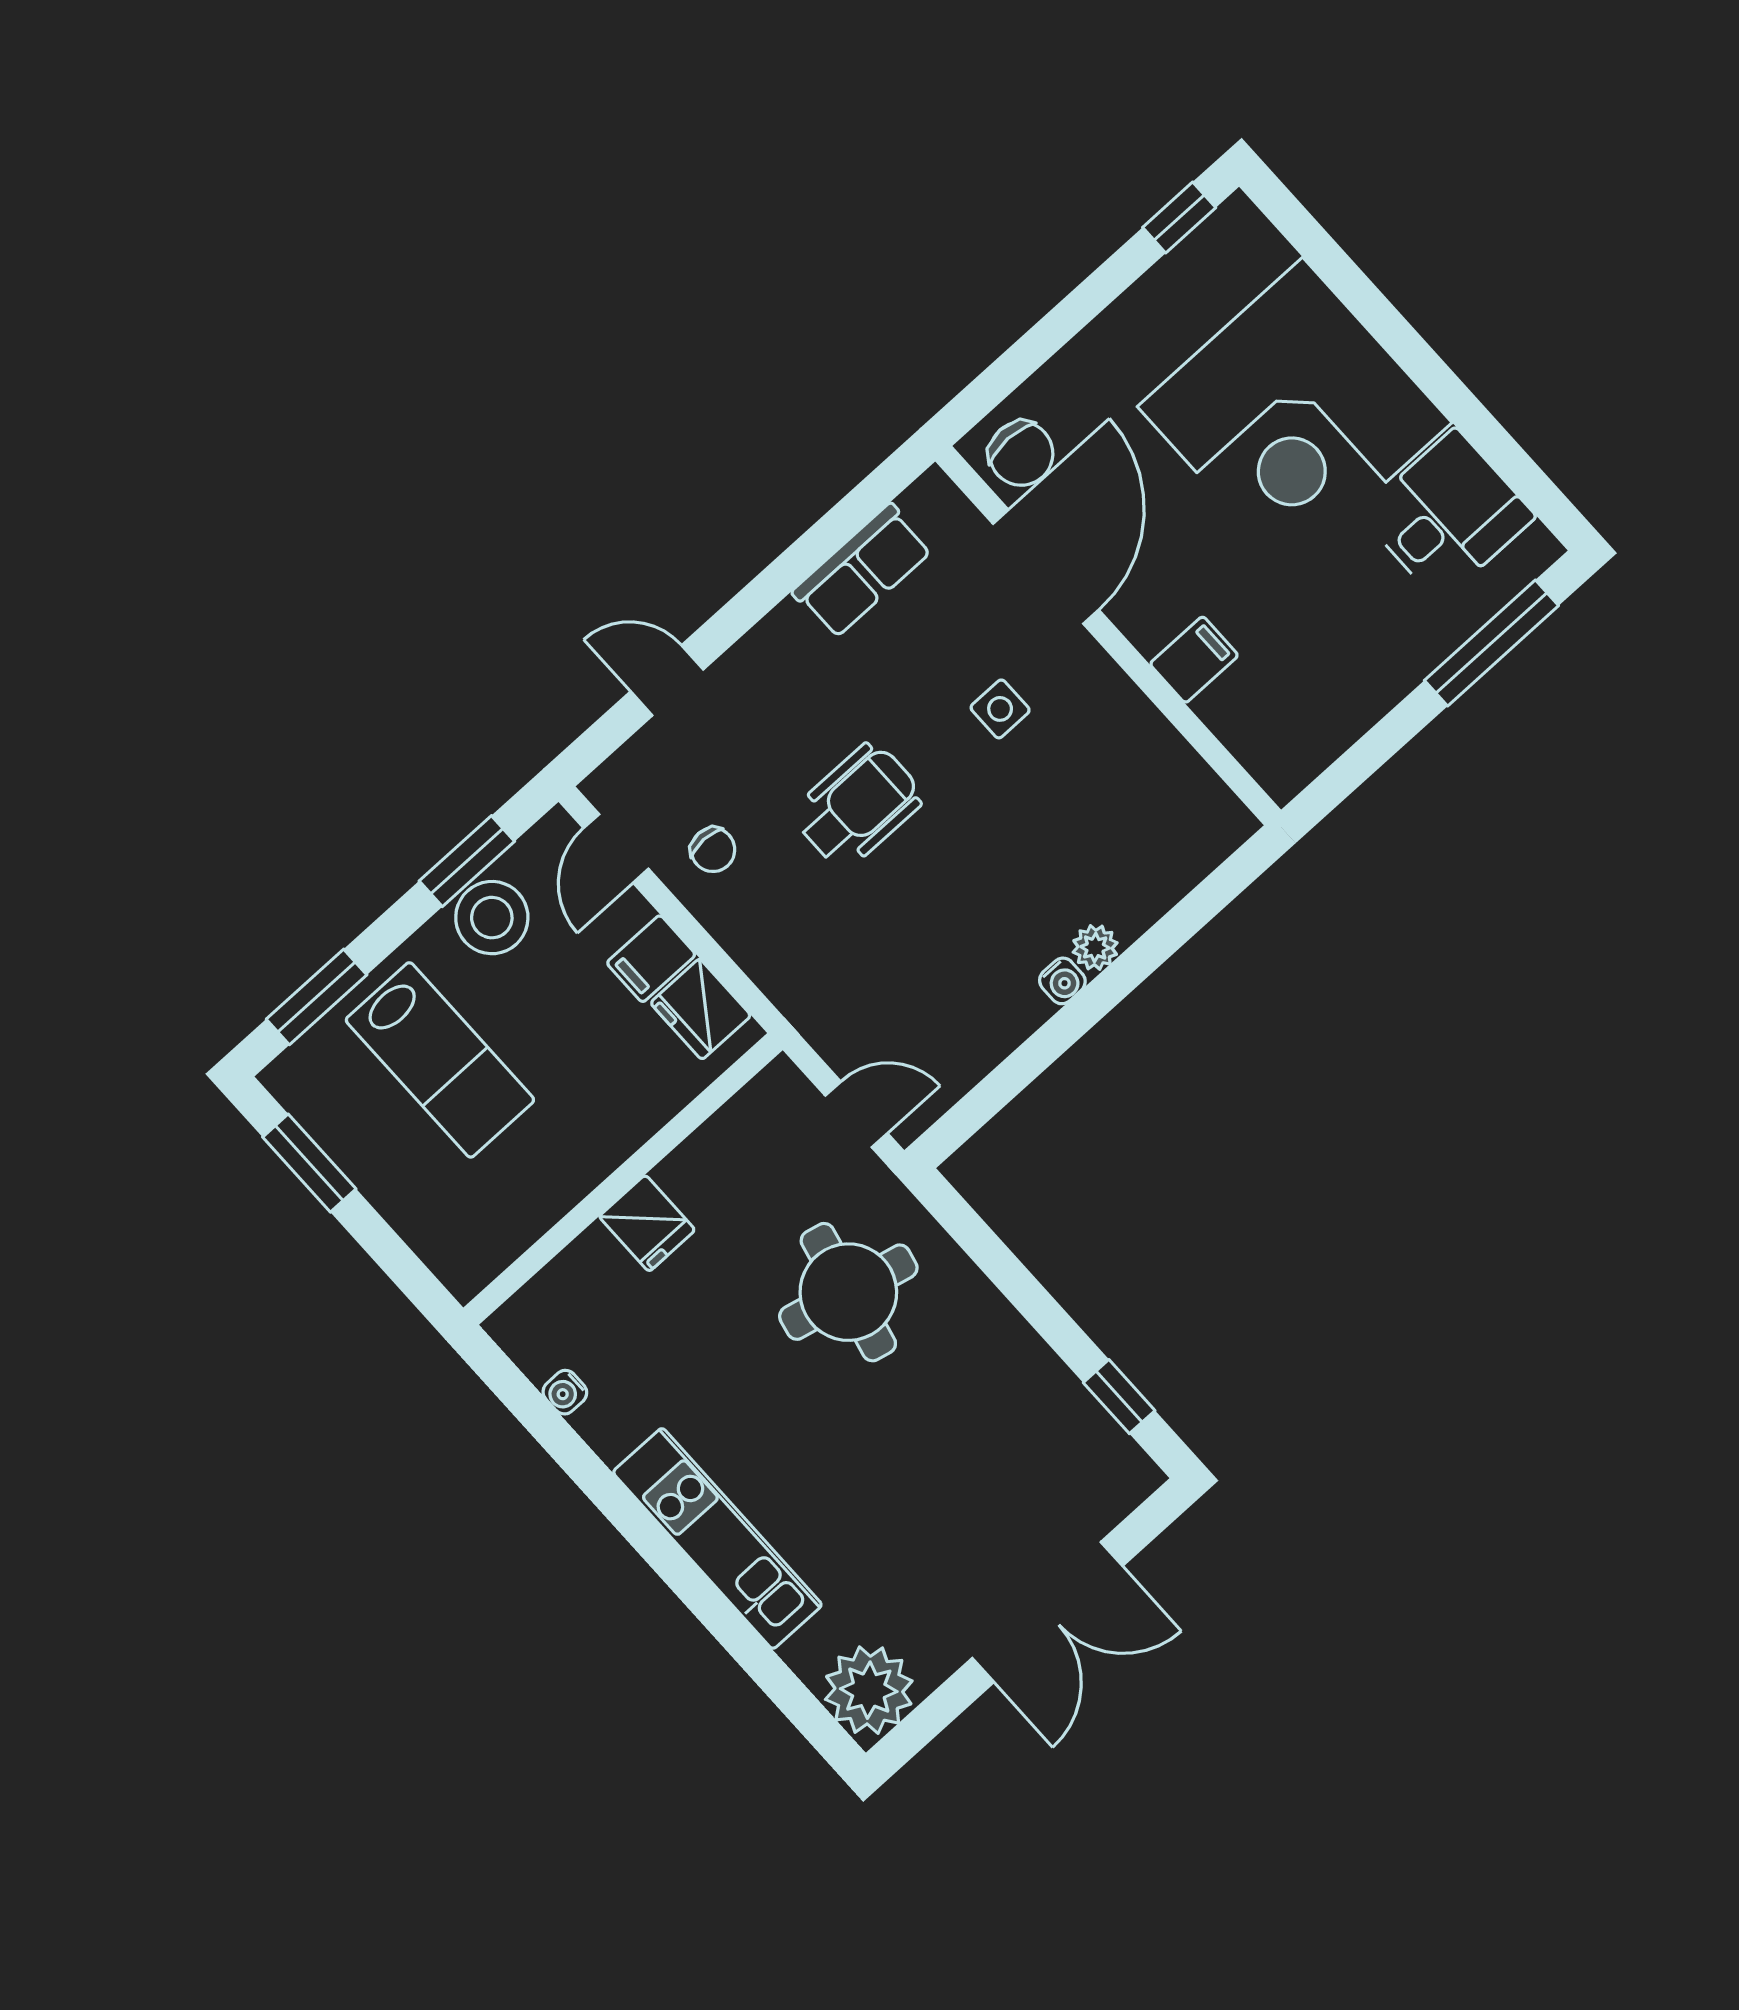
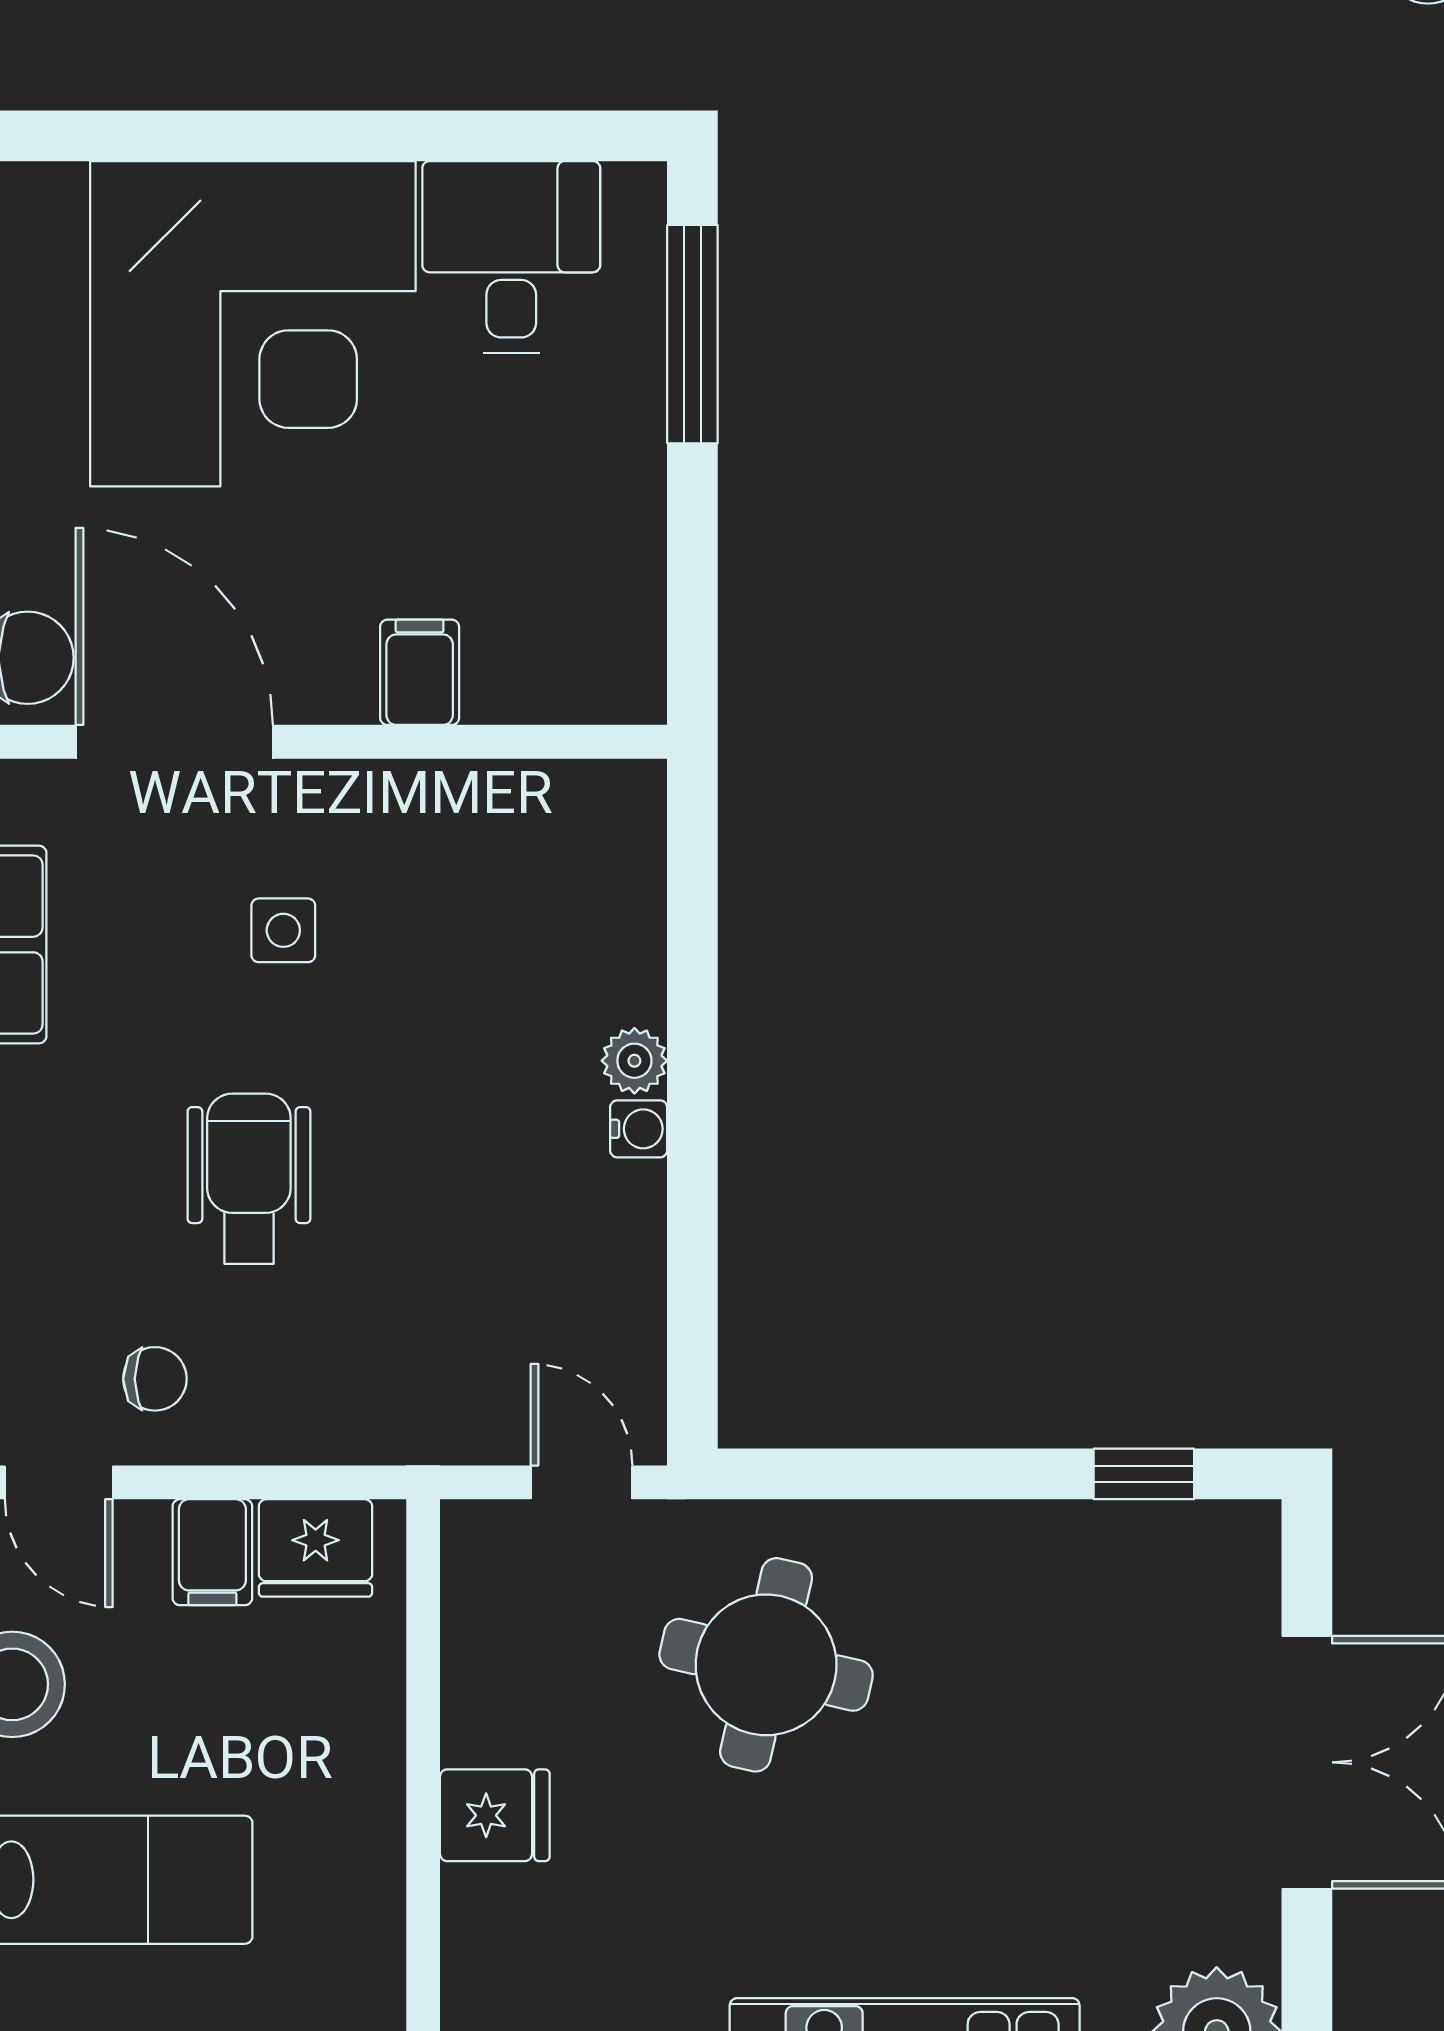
door: (856, 1114) -> (582, 1482), hinge flipped

